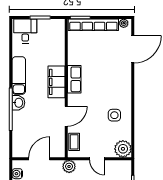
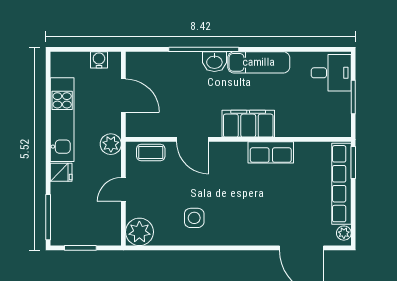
row of seats: (74, 79) -> (271, 152), moved

